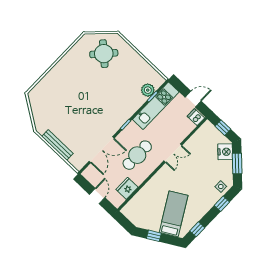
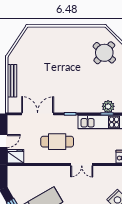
double door: (102, 150) -> (38, 114), swing flipped
fridge: (127, 188) -> (16, 156), moved

